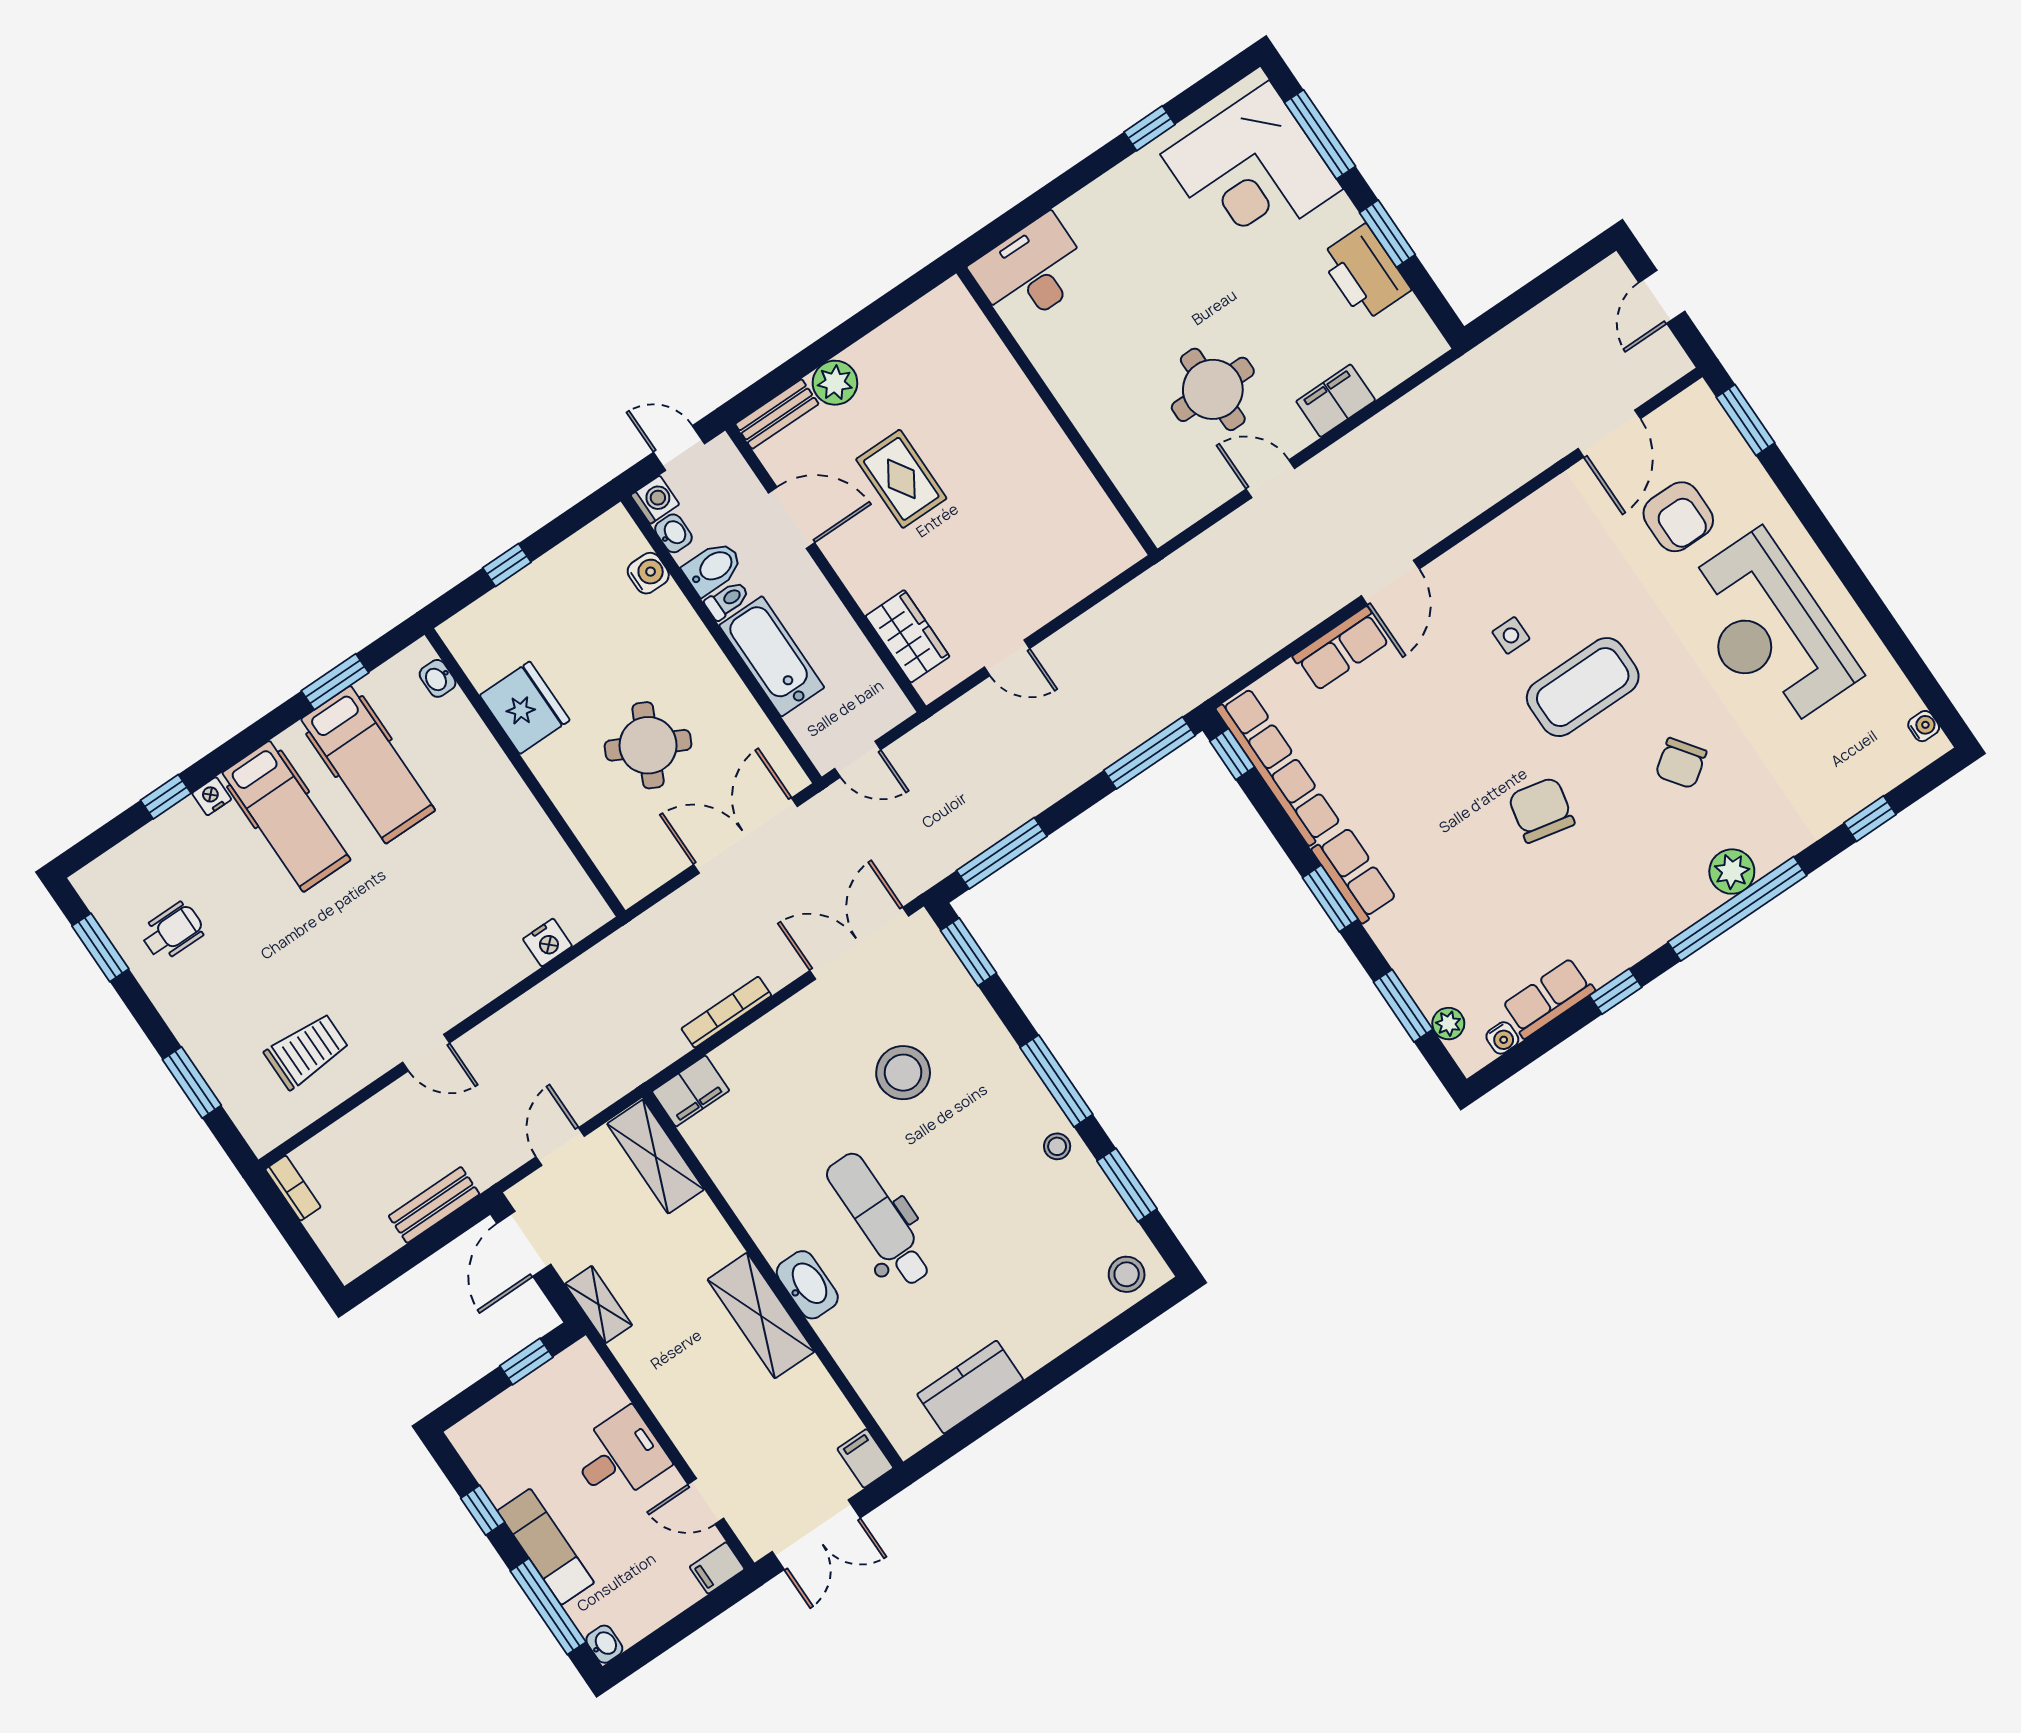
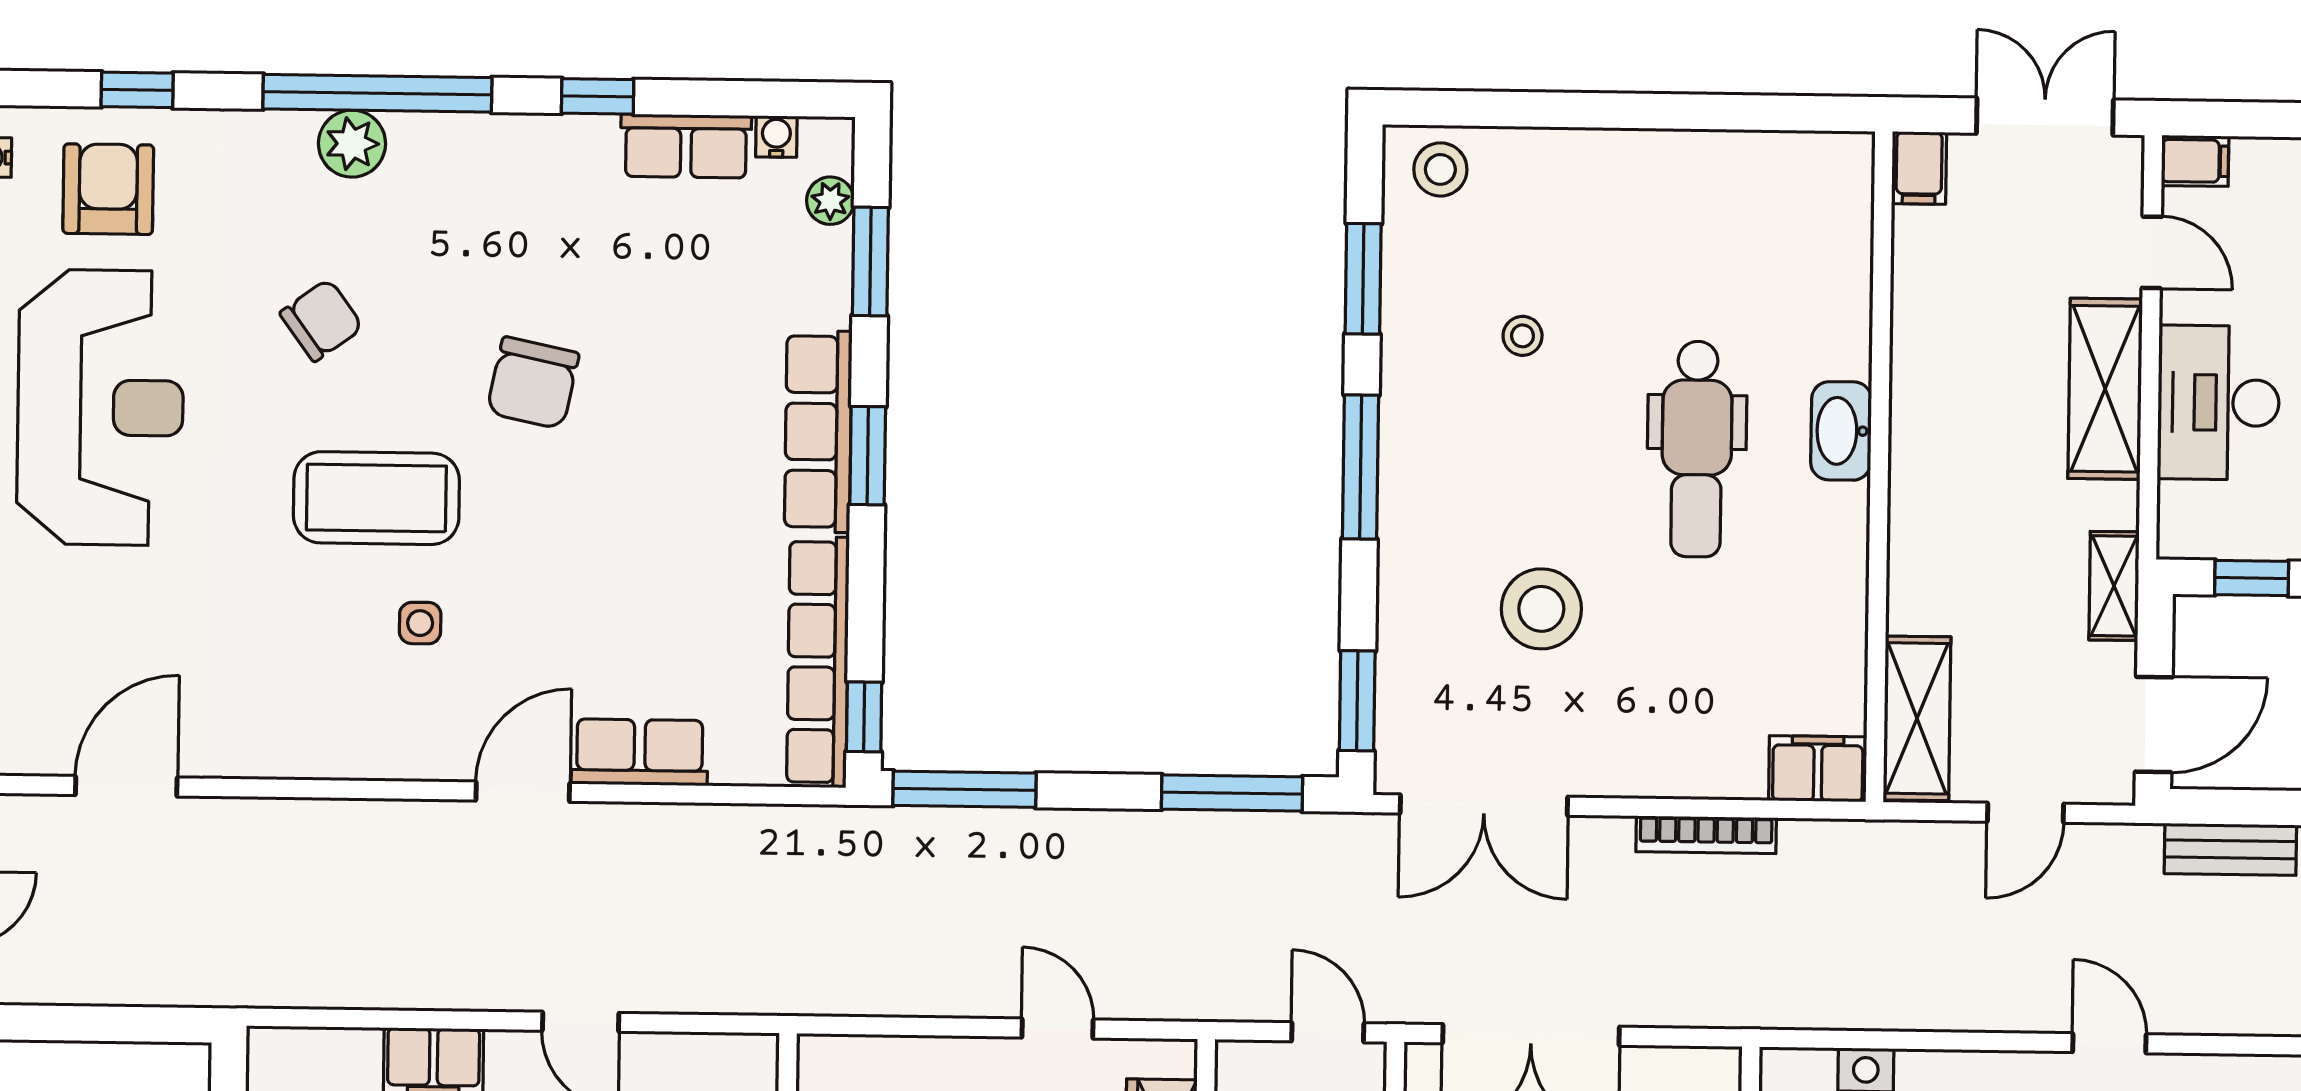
armchair: (1678, 517) -> (108, 189), moved
row of seats: (1354, 875) -> (818, 432), width x1.48
stool: (1057, 1146) -> (1523, 336), moved
shelving: (761, 1316) -> (2105, 389), moved
kitchen counter: (970, 1387) -> (1729, 165), removed
desk: (619, 1456) -> (2218, 403), width x1.37

